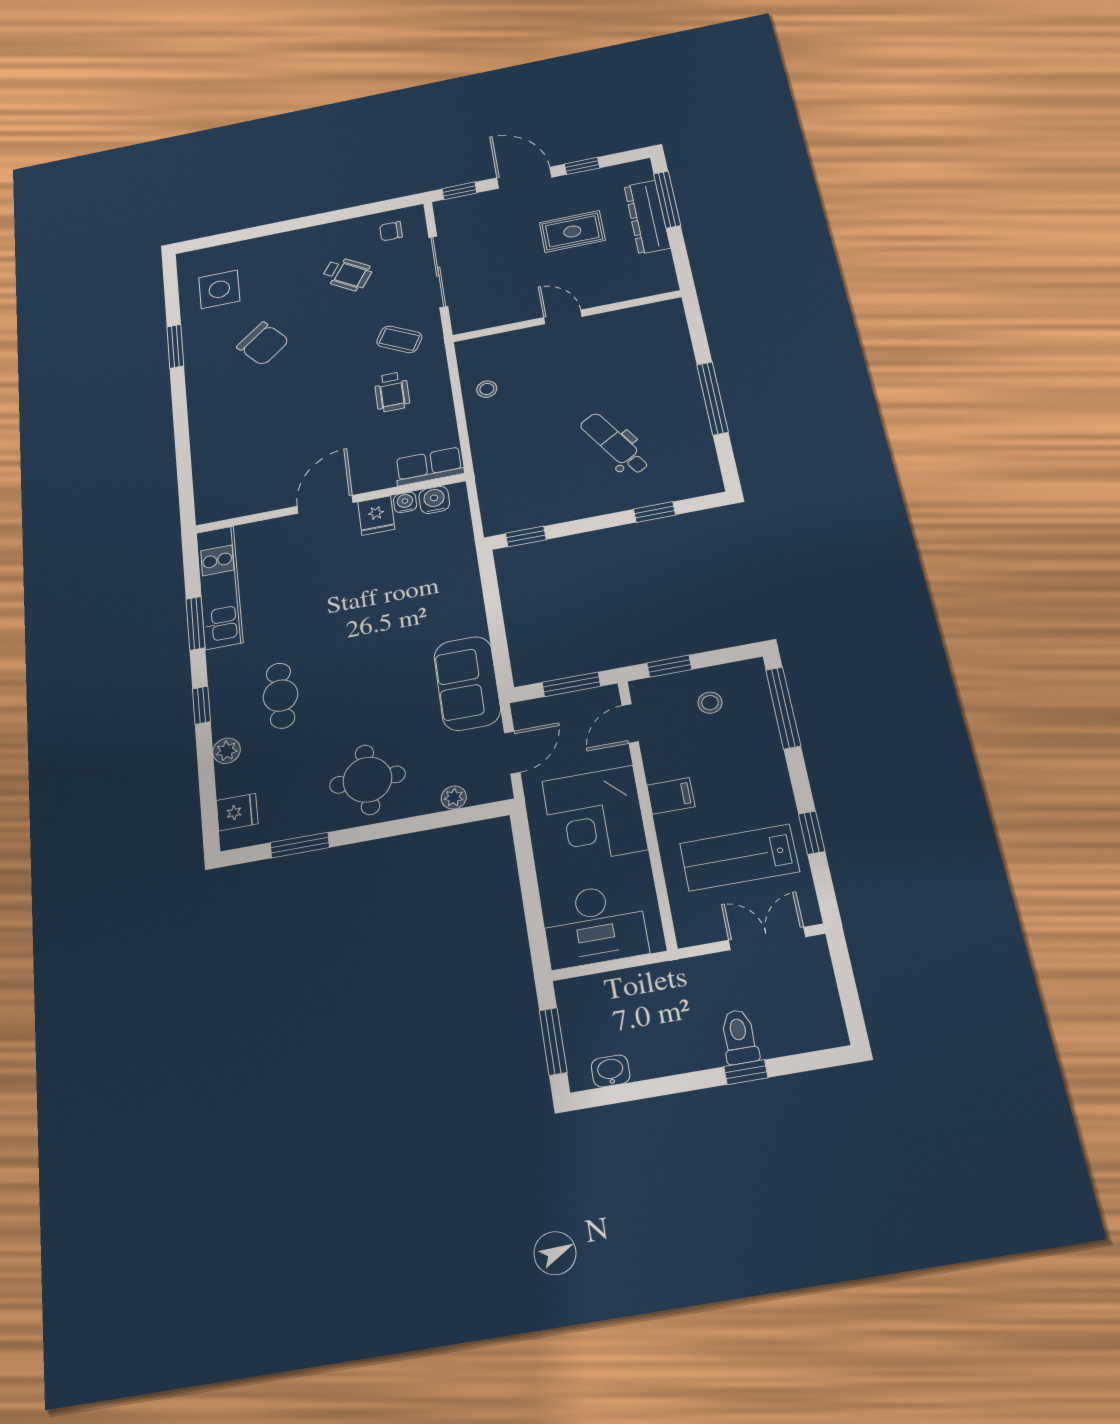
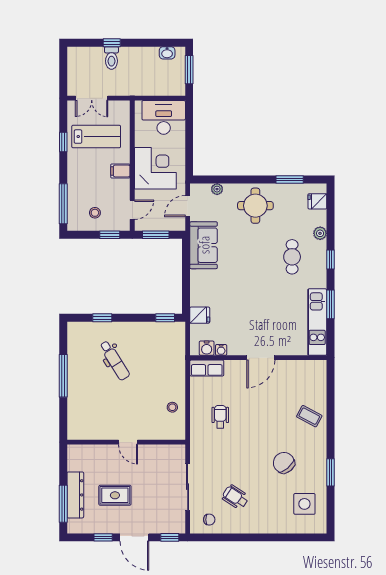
coffee table: (399, 339) -> (309, 416), moved
fridge: (376, 516) -> (200, 315), moved, turned 90

